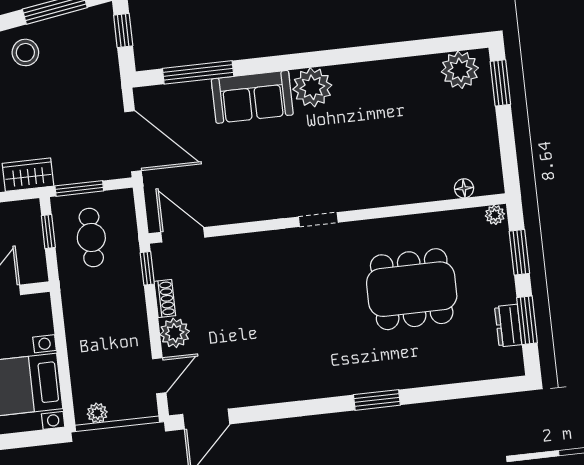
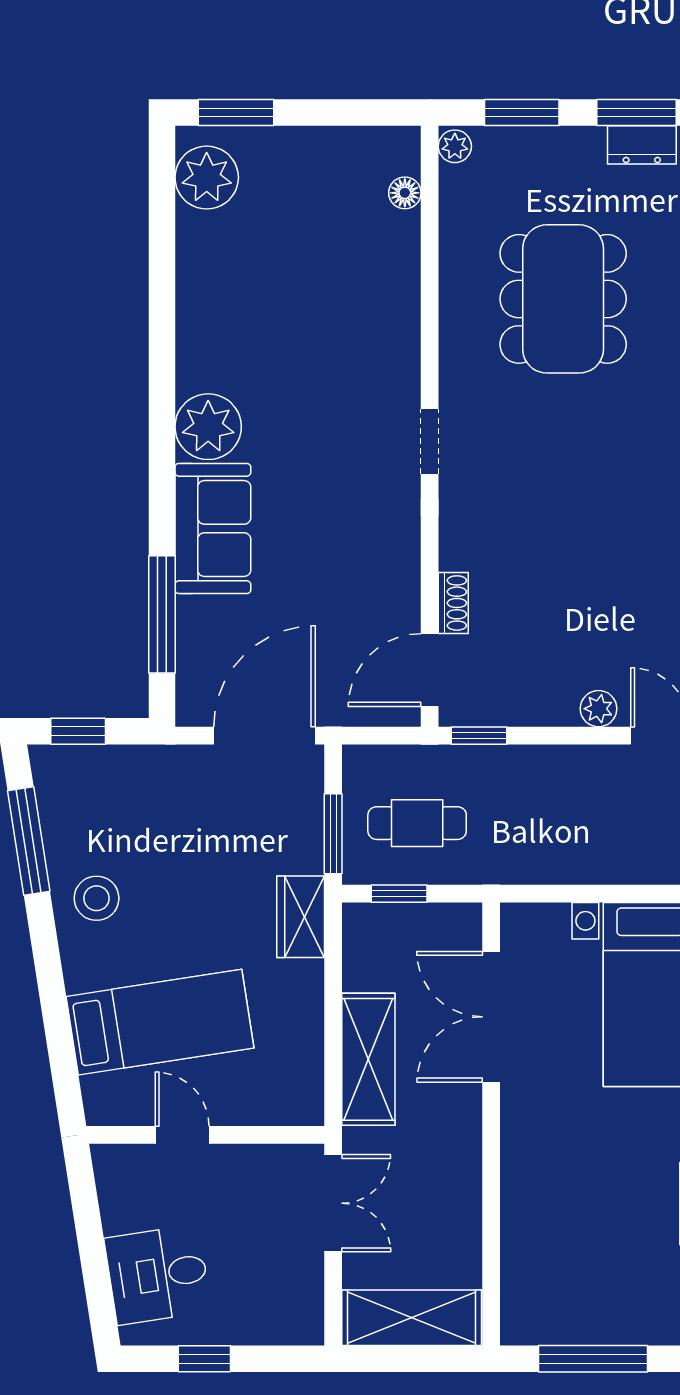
shoe rack: (165, 299) -> (453, 603), moved, turned 90
plant: (175, 333) -> (599, 709), width x0.73, depth x0.73

